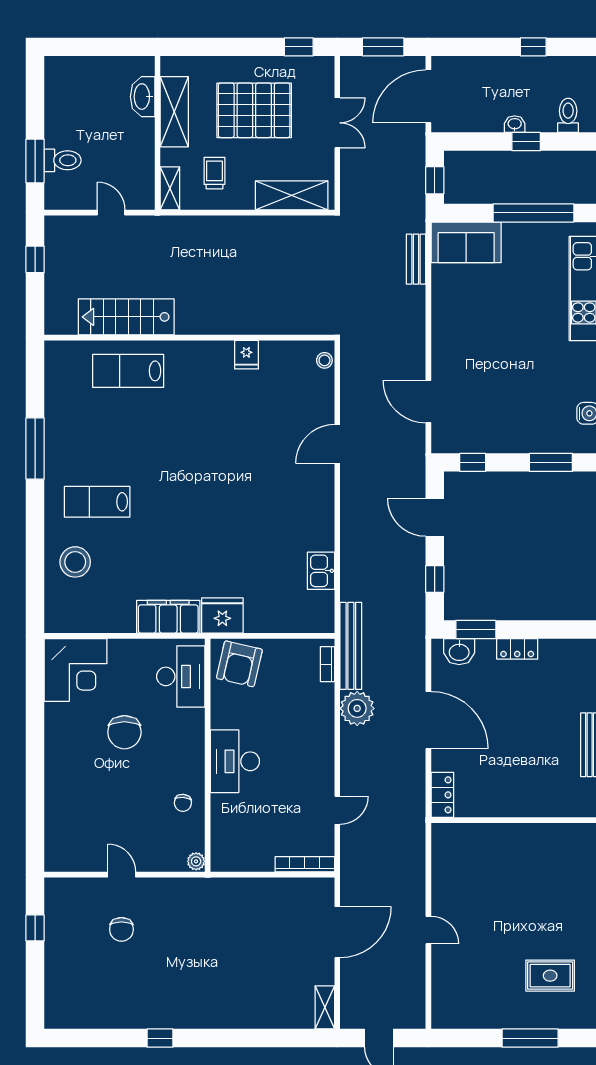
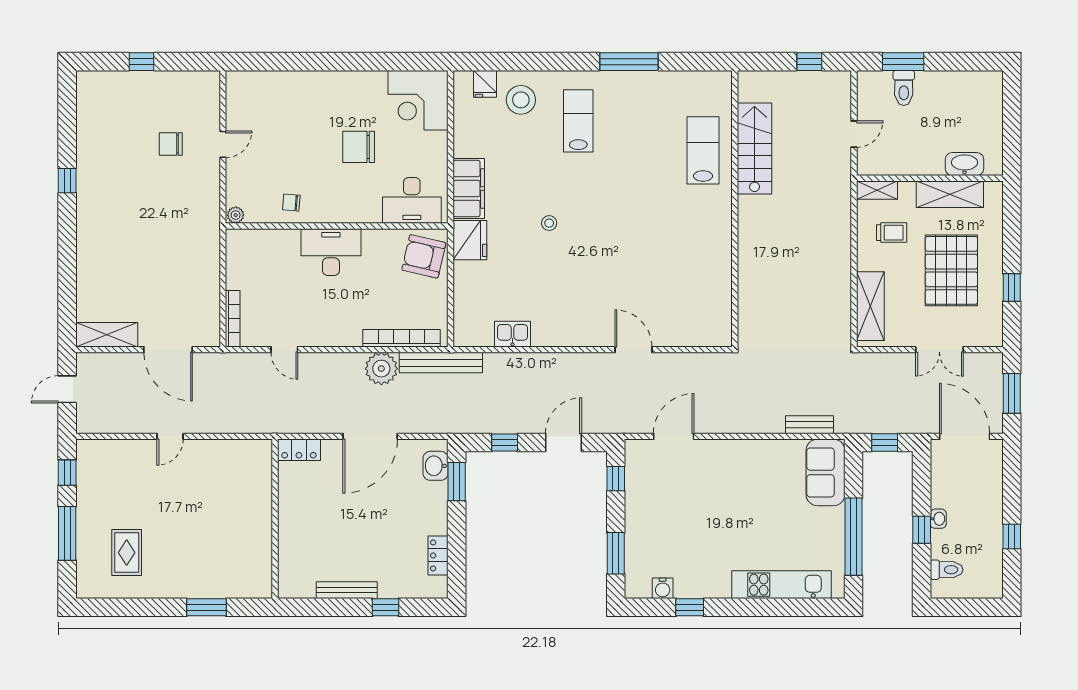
window: (299, 47) -> (1012, 288), moved
fridge: (246, 355) -> (485, 84), moved, turned -90
stool: (324, 360) -> (549, 223), moved
locker: (517, 649) -> (438, 555), moved
bookcase: (328, 664) -> (402, 338), width x2.31, depth x1.31
window: (35, 928) -> (142, 62), moved
shelving: (325, 1007) -> (107, 335), width x1.50, depth x1.33
window: (466, 1038) -> (67, 473), added

